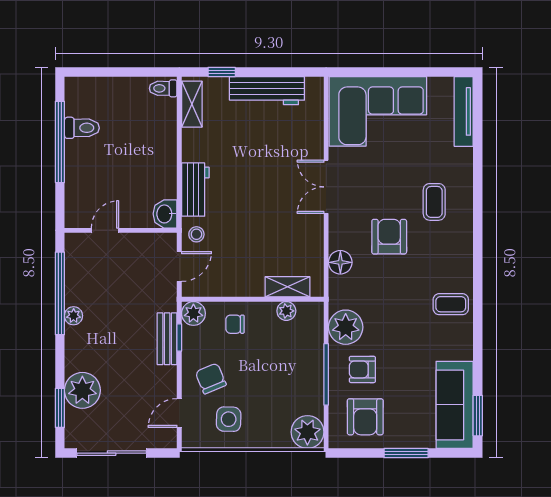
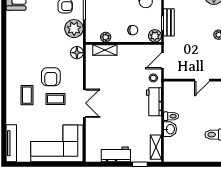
toilet: (163, 88) -> (171, 116), moved
workbench: (267, 91) -> (116, 154), width x0.73
washbasin: (165, 214) -> (170, 129), moved
floor lamp: (340, 262) -> (77, 53), moved
coffee table: (451, 304) -> (55, 99), moved

